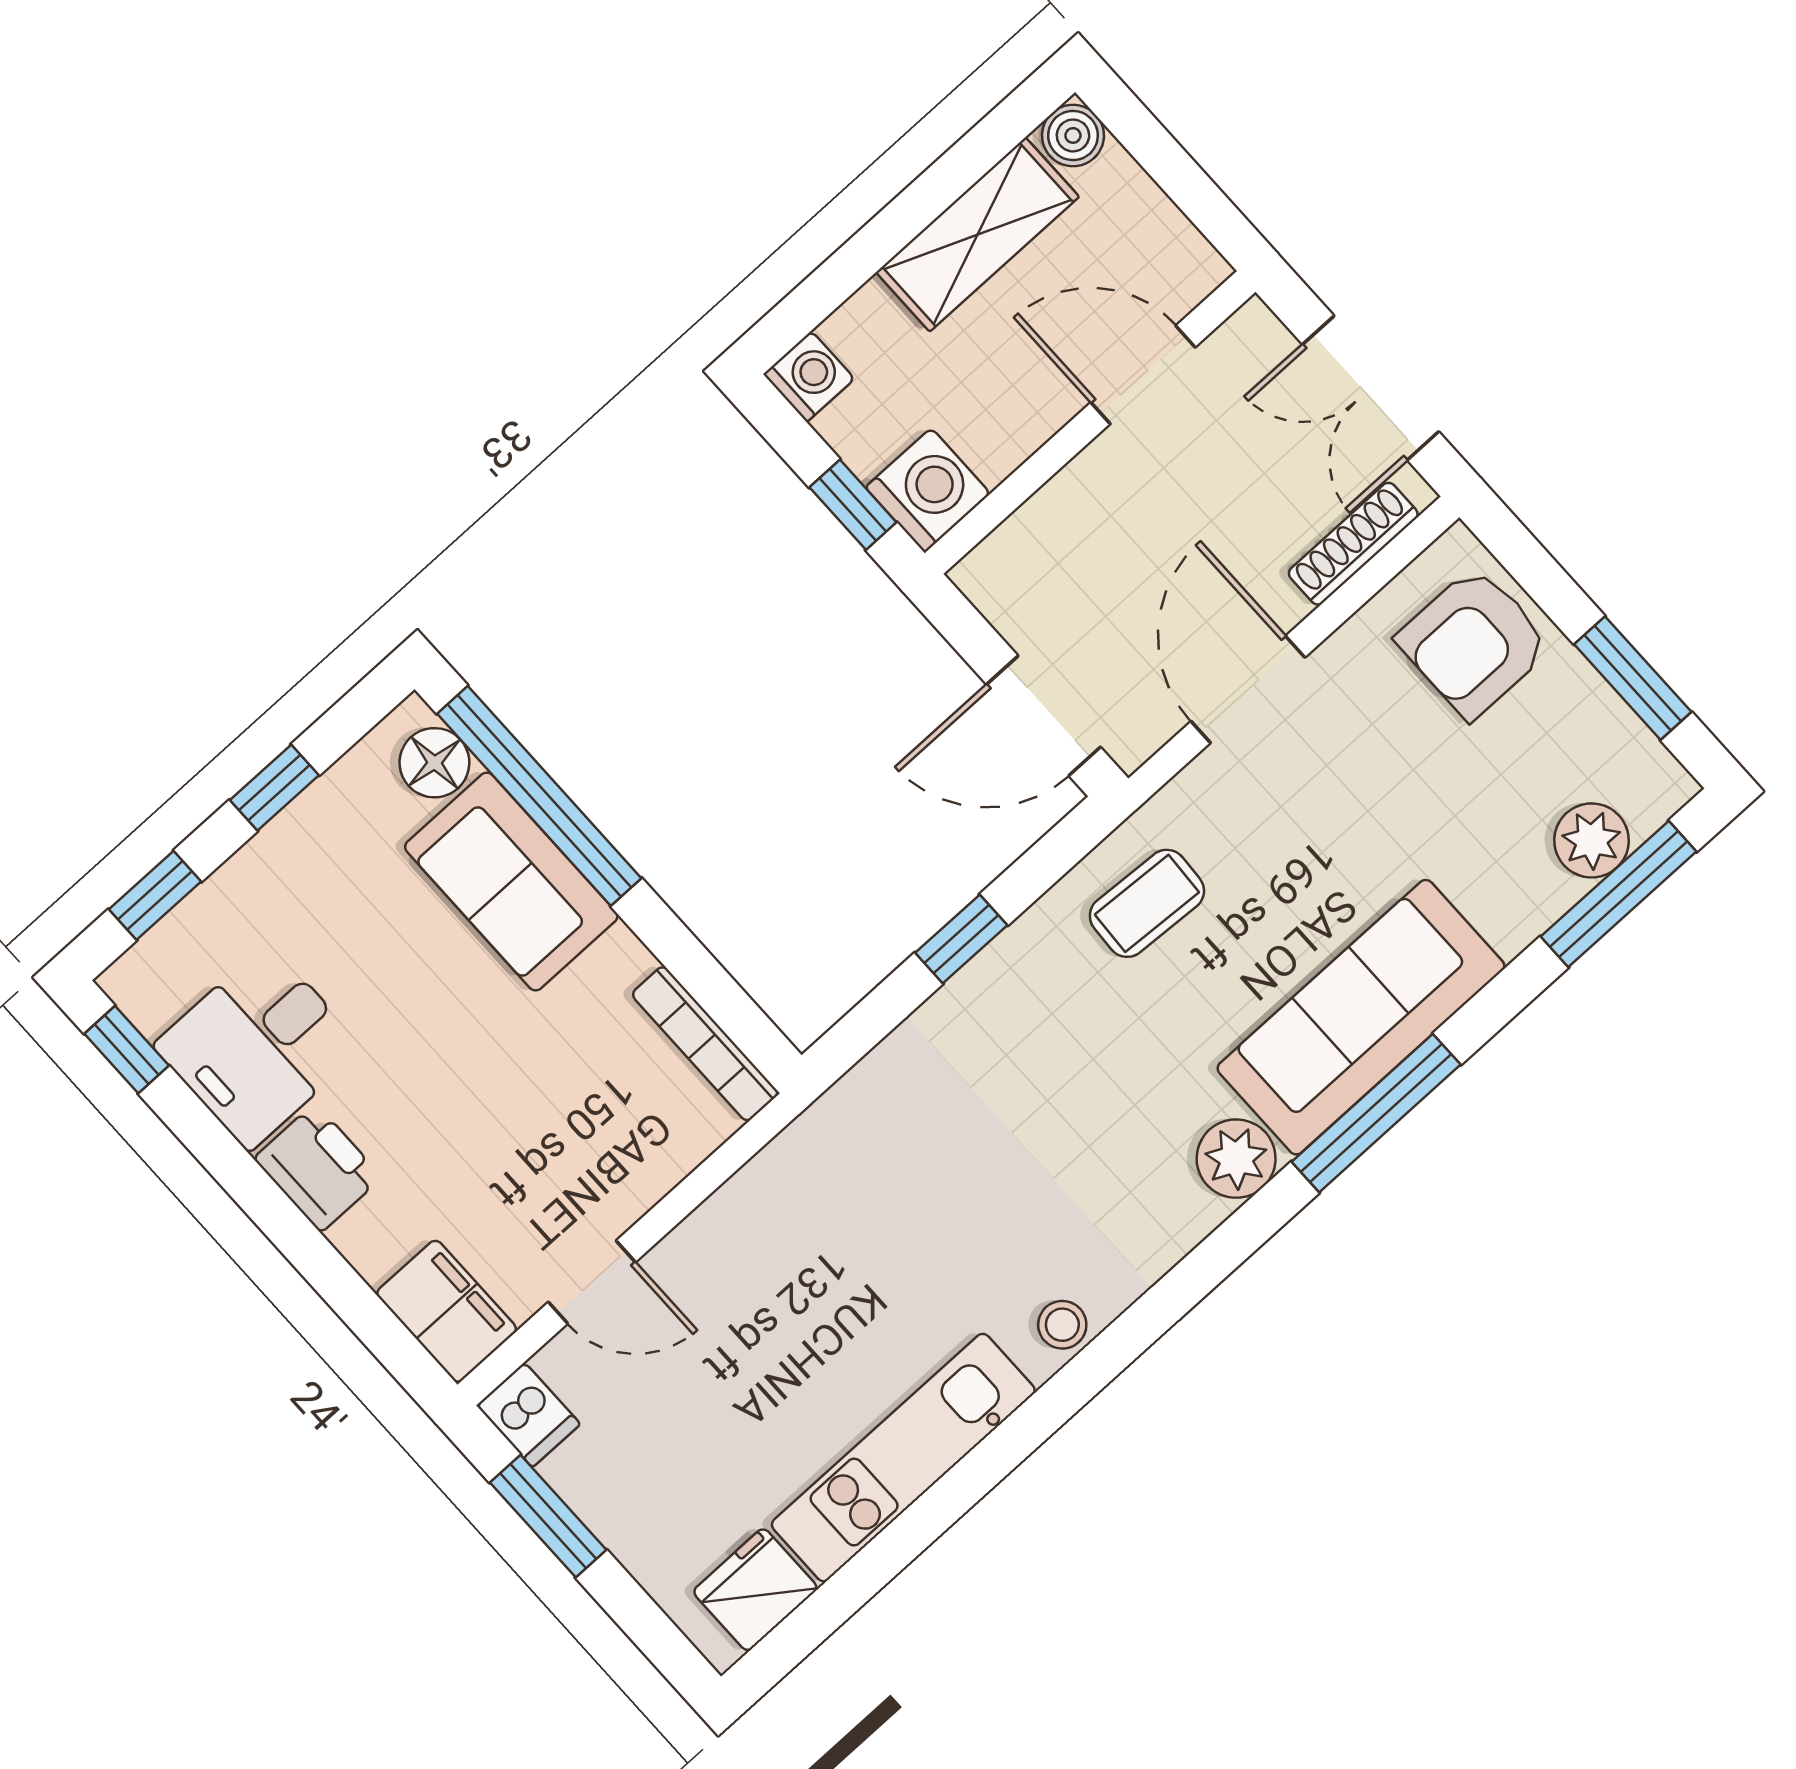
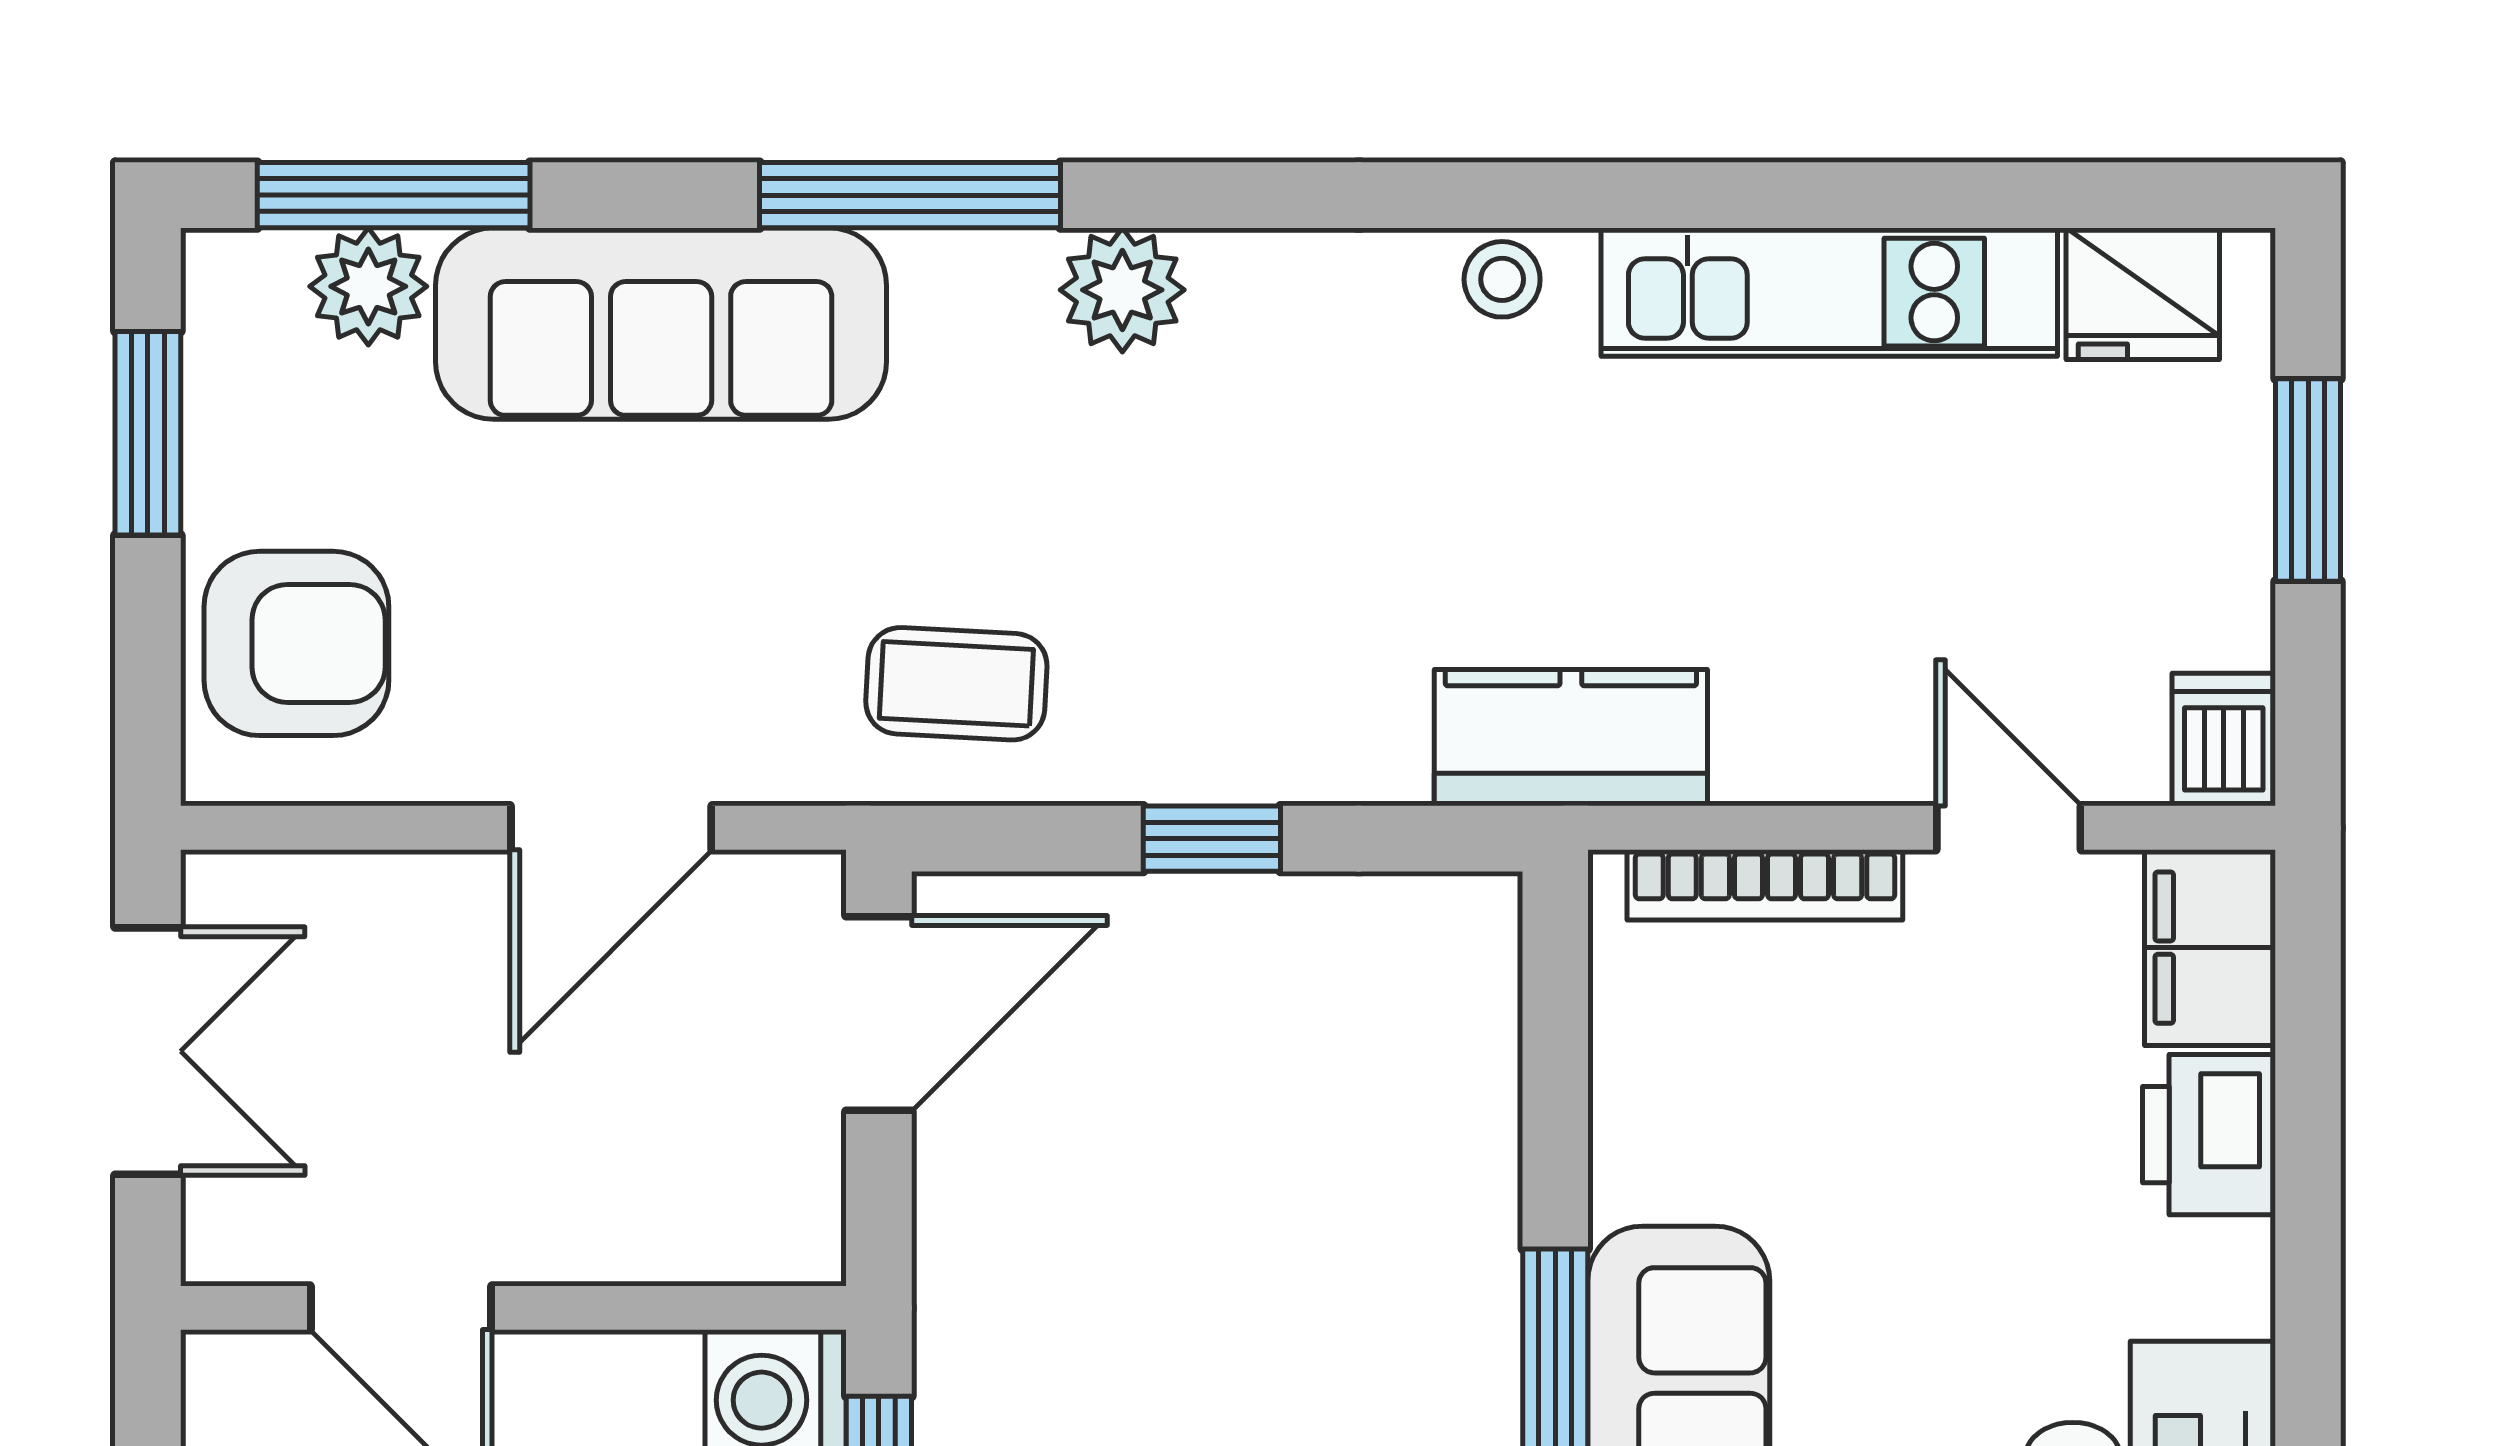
shoe rack: (1353, 544) -> (333, 887), removed
door: (1043, 716) -> (879, 1013), hinge flipped
sofa: (1361, 1017) -> (661, 324), moved
bookcase: (705, 1044) -> (1765, 885), moved, turned 90
kitchen counter: (836, 1139) -> (1571, 738), added
printer: (318, 1168) -> (2209, 1135), moved
window: (548, 1516) -> (2308, 480), moved

